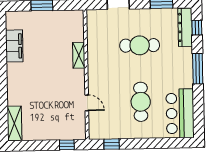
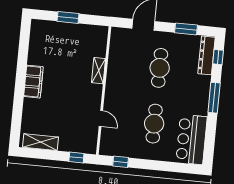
cafe table: (140, 45) -> (160, 68), turned 90
filing cabinet: (14, 46) -> (33, 82), moved
shelving: (14, 123) -> (40, 142), moved, turned 90

